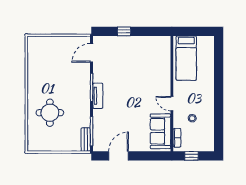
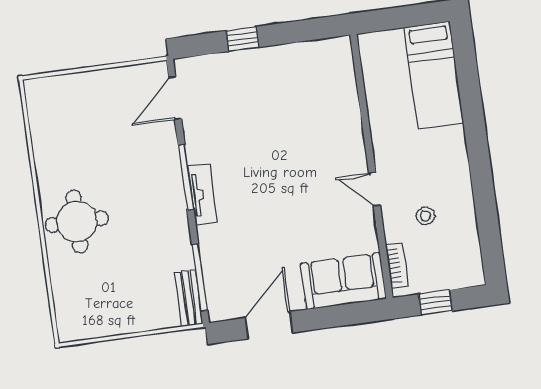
bed: (186, 58) -> (434, 75), moved
round table: (50, 113) -> (77, 222), moved
sofa: (160, 131) -> (343, 281), moved, turned 90

